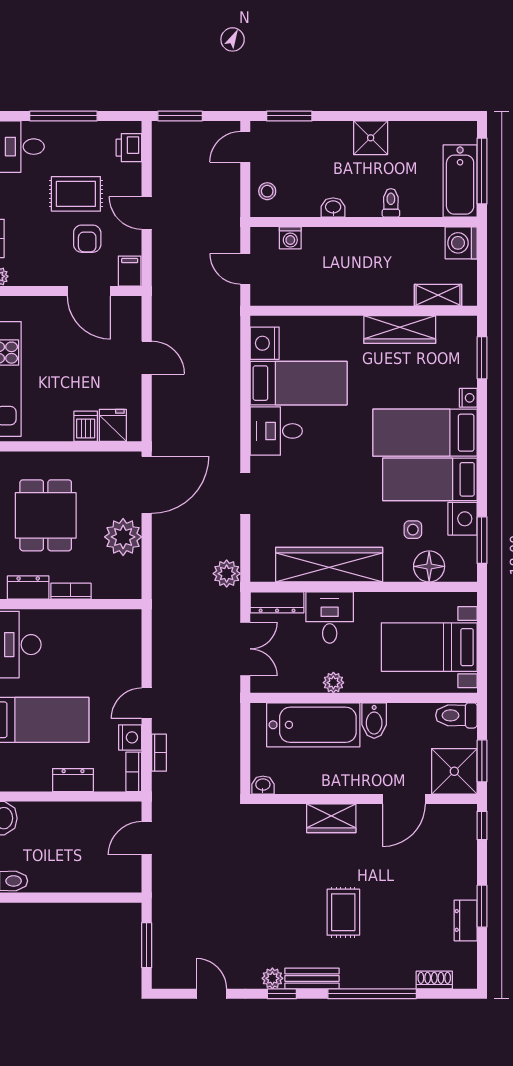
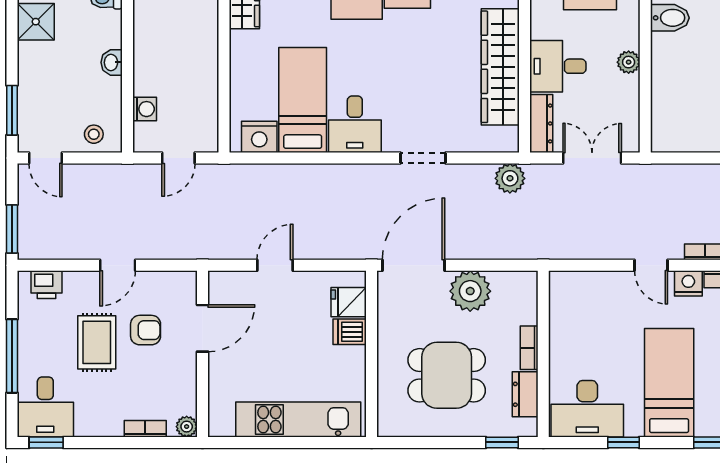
filing cabinet: (130, 271) -> (181, 284), removed
door: (147, 485) -> (413, 265), hinge flipped
bathtub: (313, 725) -> (675, 84), removed

